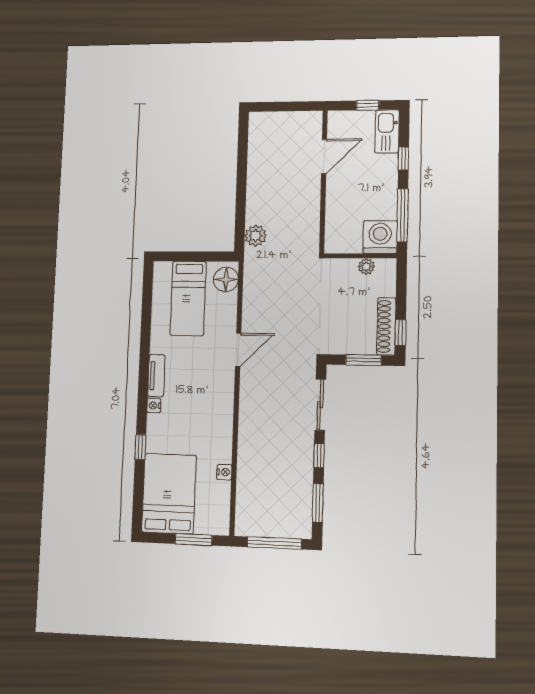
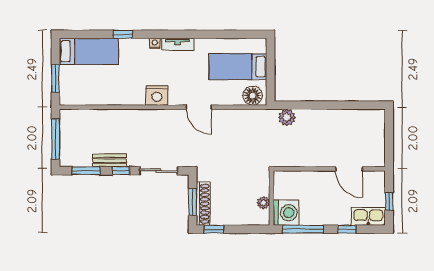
shoe rack: (386, 326) -> (203, 204), moved, turned 90
bench: (305, 470) -> (110, 160), added
nightstand: (224, 472) -> (157, 95), moved, width x1.89, depth x1.79
bed: (169, 494) -> (89, 51), width x0.67

